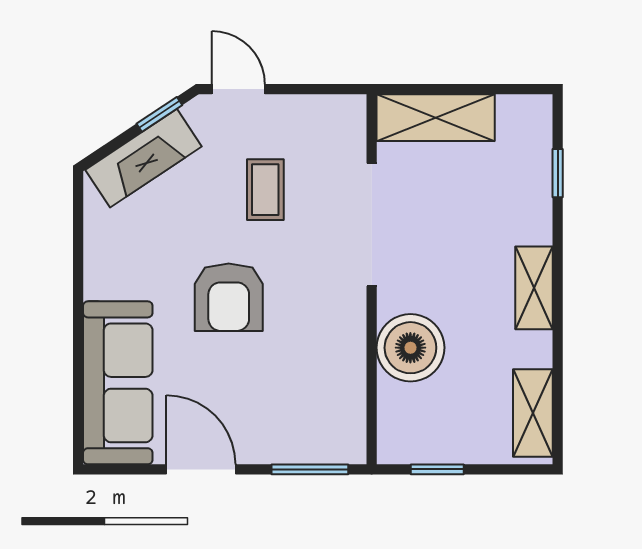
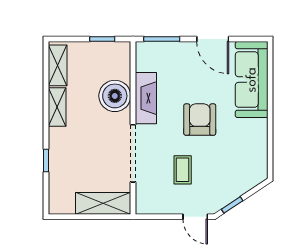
fireplace: (143, 158) -> (146, 98), moved, turned 124
window: (558, 173) -> (46, 160), moved
shelving: (534, 288) -> (57, 107), moved

